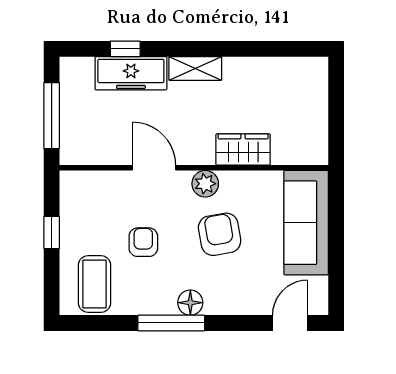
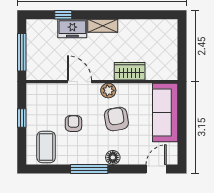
freezer: (131, 73) -> (72, 28), width x0.71
floor lamp: (190, 303) -> (113, 157), moved

